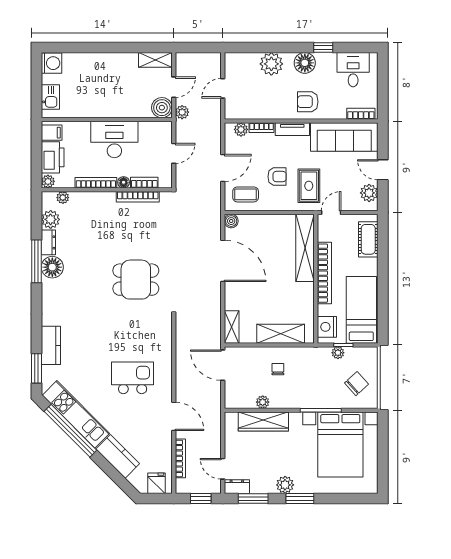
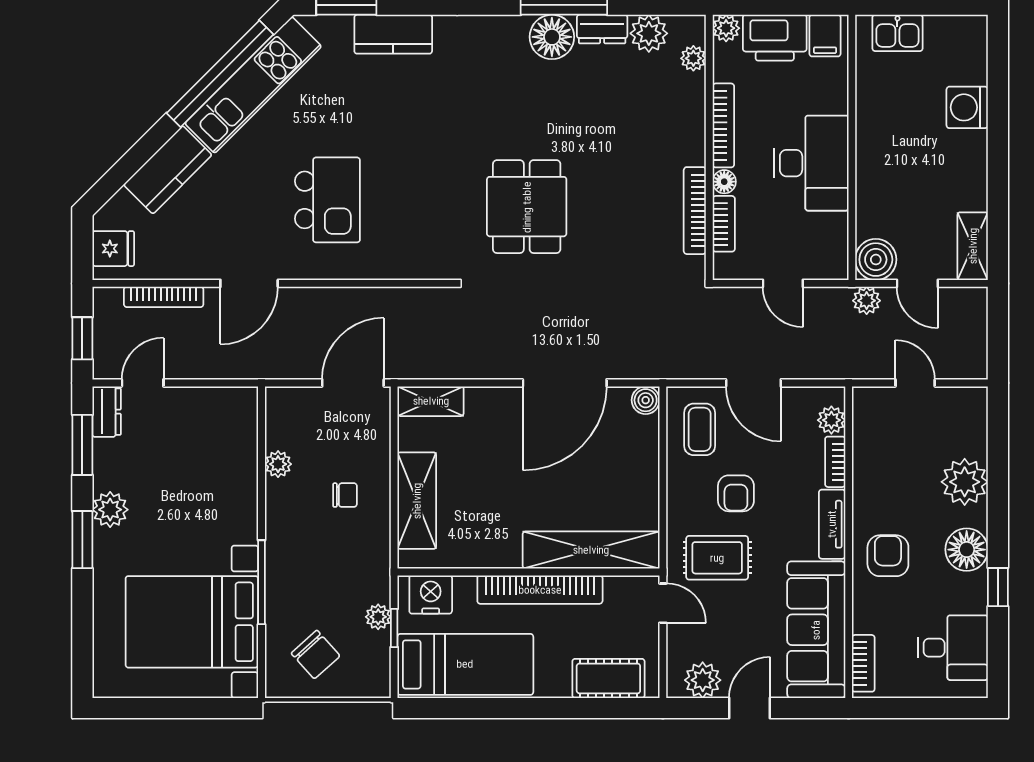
washing machine: (52, 63) -> (967, 107), moved, turned 90
wardrobe: (263, 422) -> (238, 466), removed

